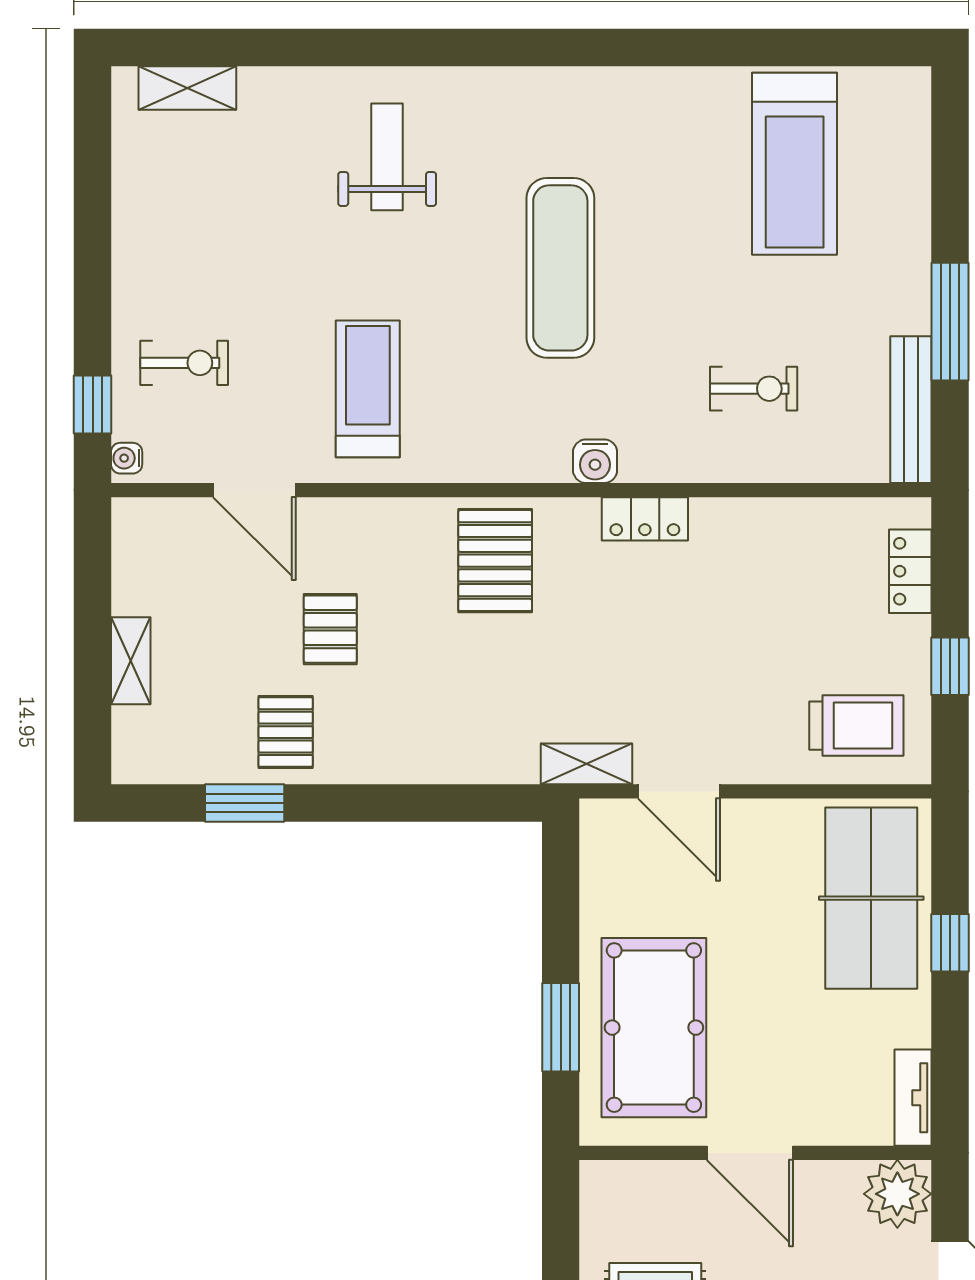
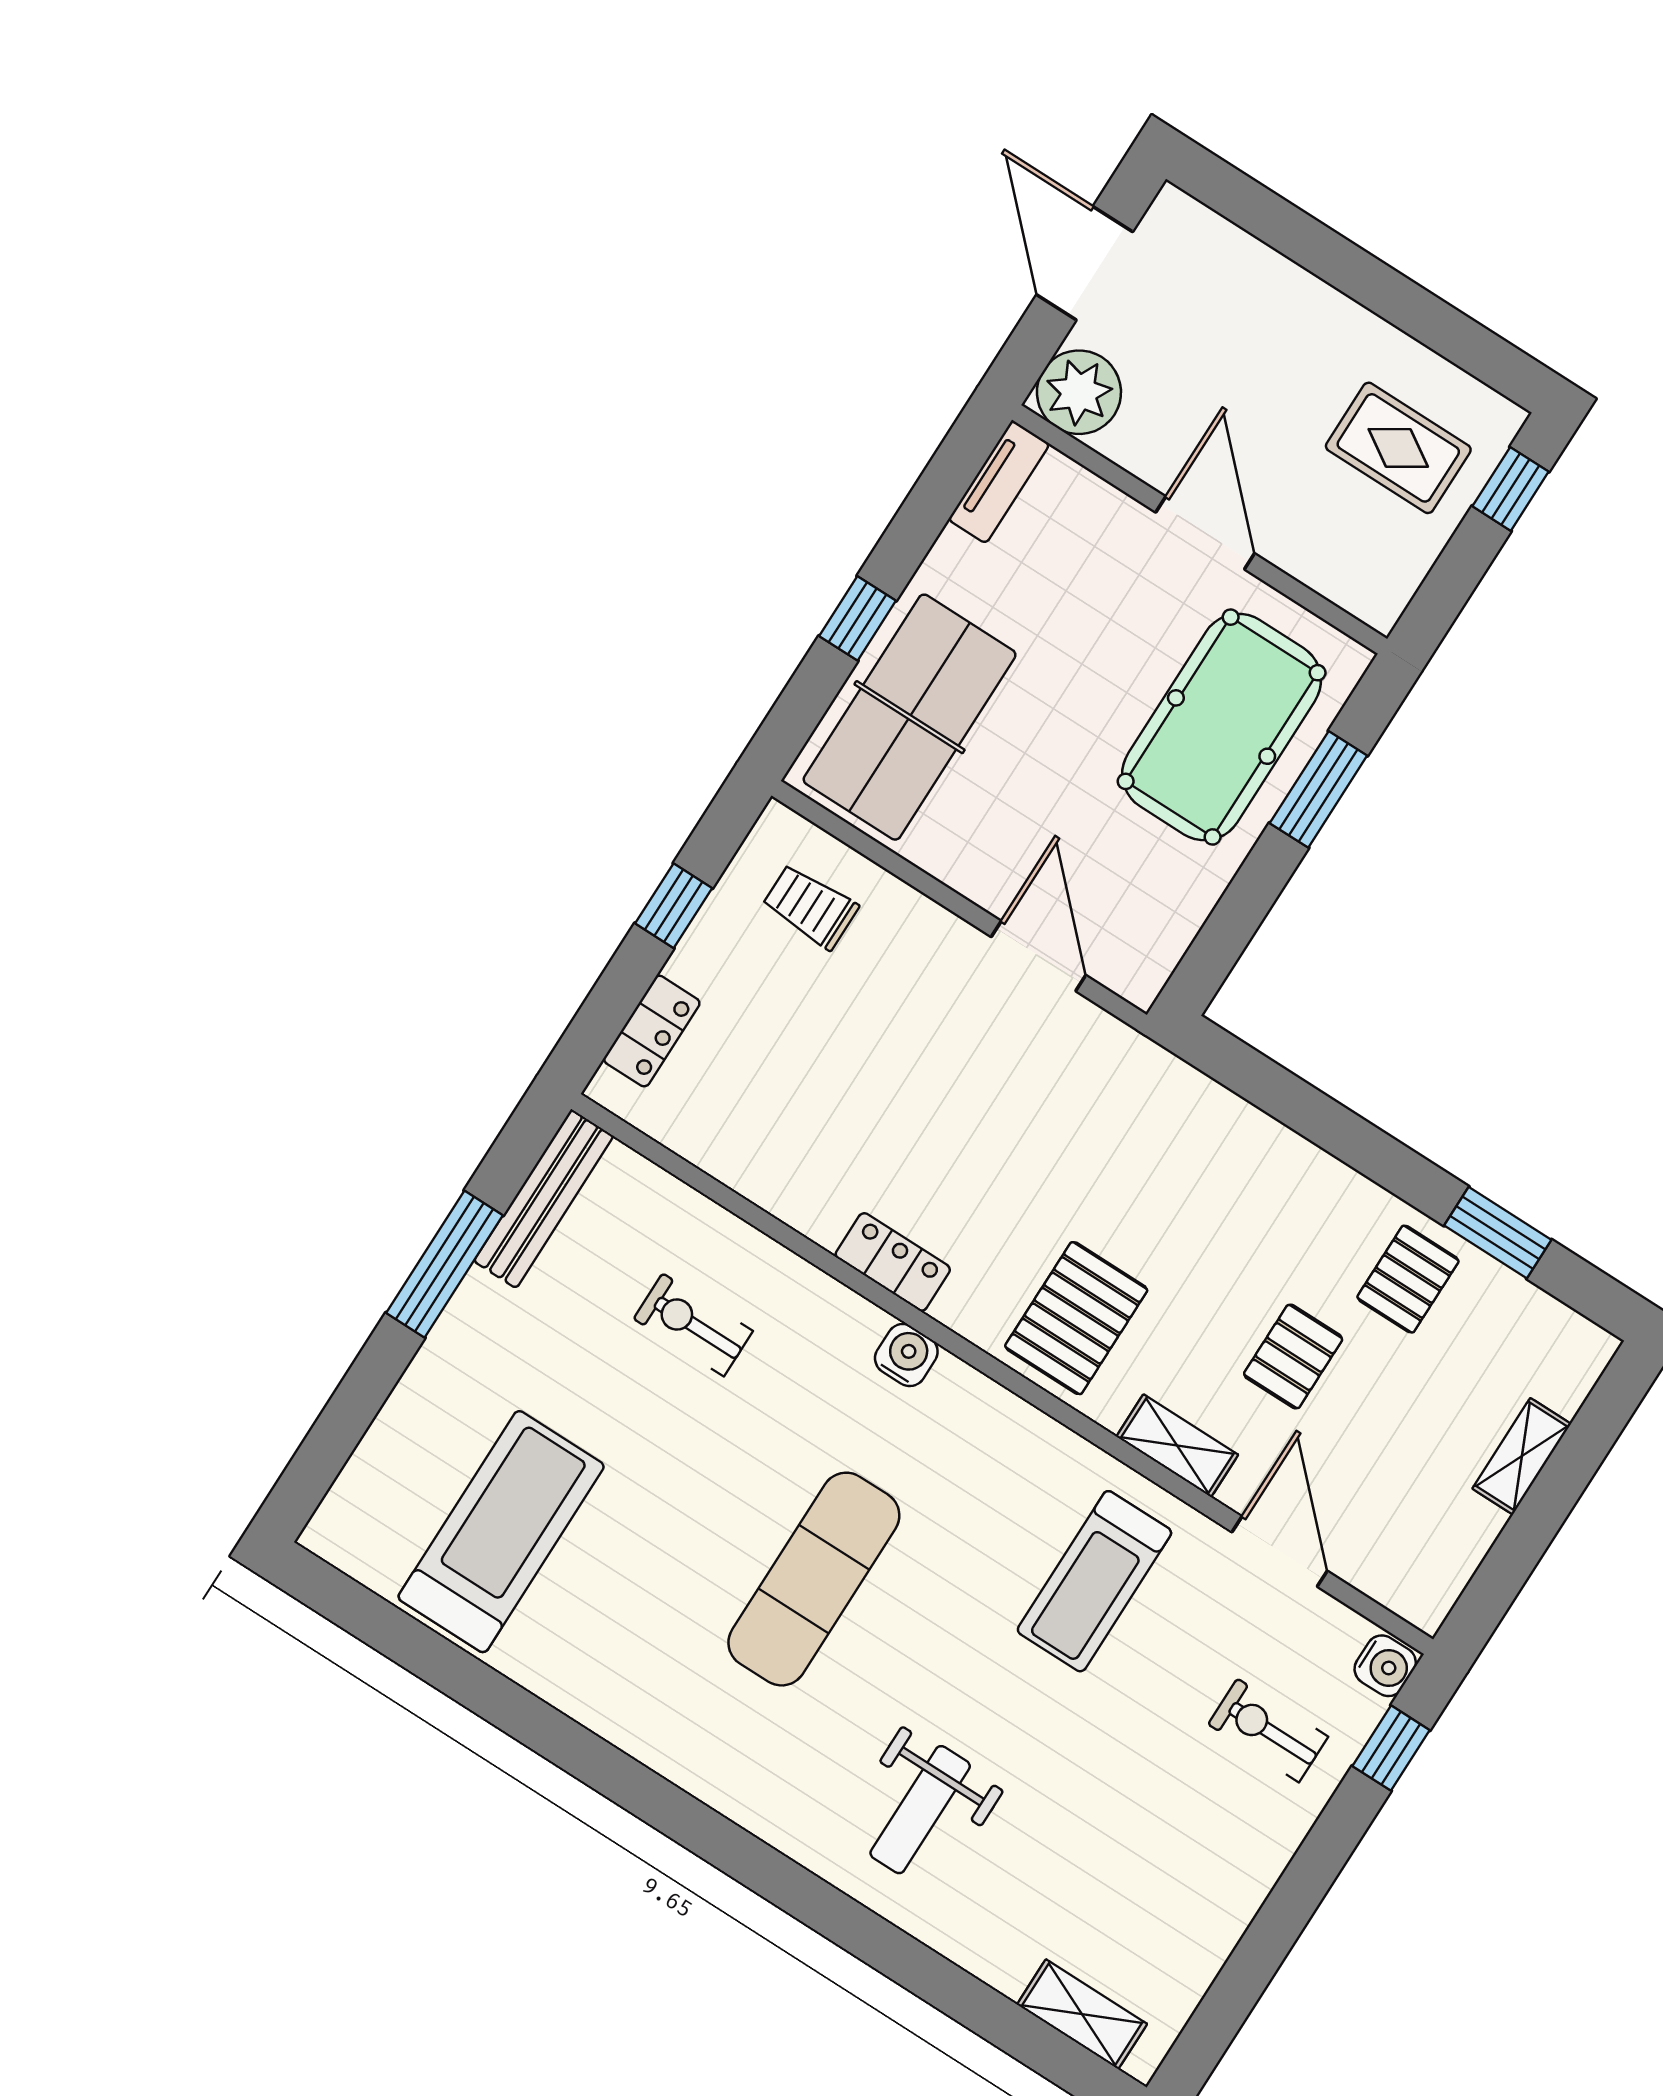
water cooler: (127, 458) -> (1385, 1666), width x1.38, depth x1.38
trolley: (856, 726) -> (810, 906), width x0.73, depth x0.72
shelving: (586, 764) -> (1177, 1446), moved

